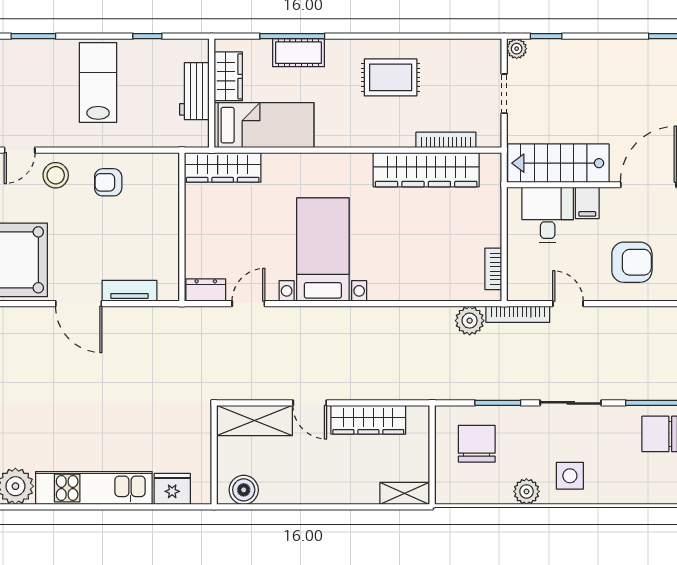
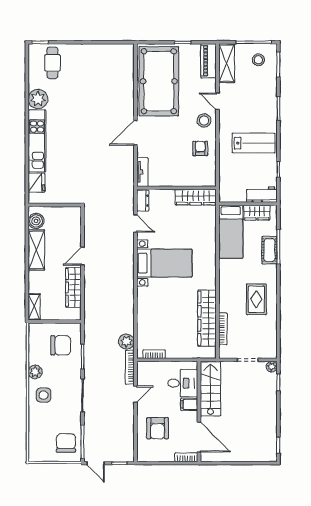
workbench: (194, 91) -> (262, 195), moved
wardrobe: (223, 167) -> (196, 197), moved, turned -90
tv unit: (129, 291) -> (142, 172), moved
shelving: (254, 420) -> (36, 250), moved

